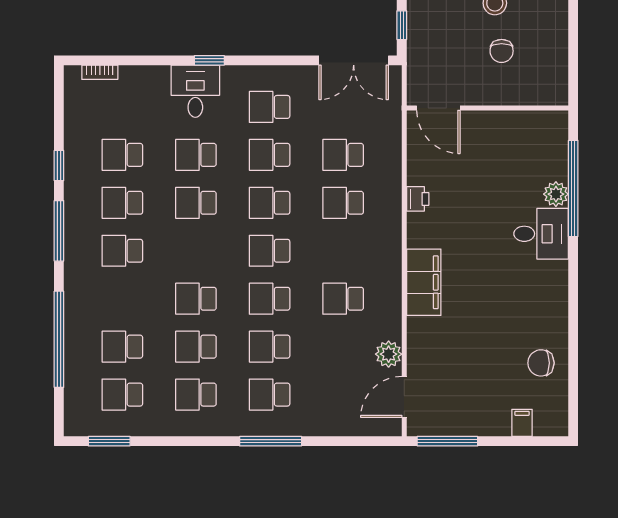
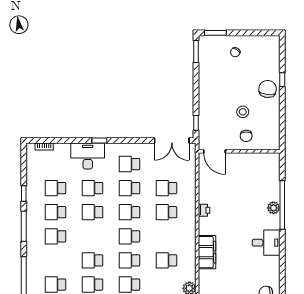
desk: (195, 91) -> (88, 156), width x1.37
door: (438, 108) -> (214, 151), moved
wall: (487, 108) -> (239, 151), moved
desk: (541, 234) -> (266, 243), moved

